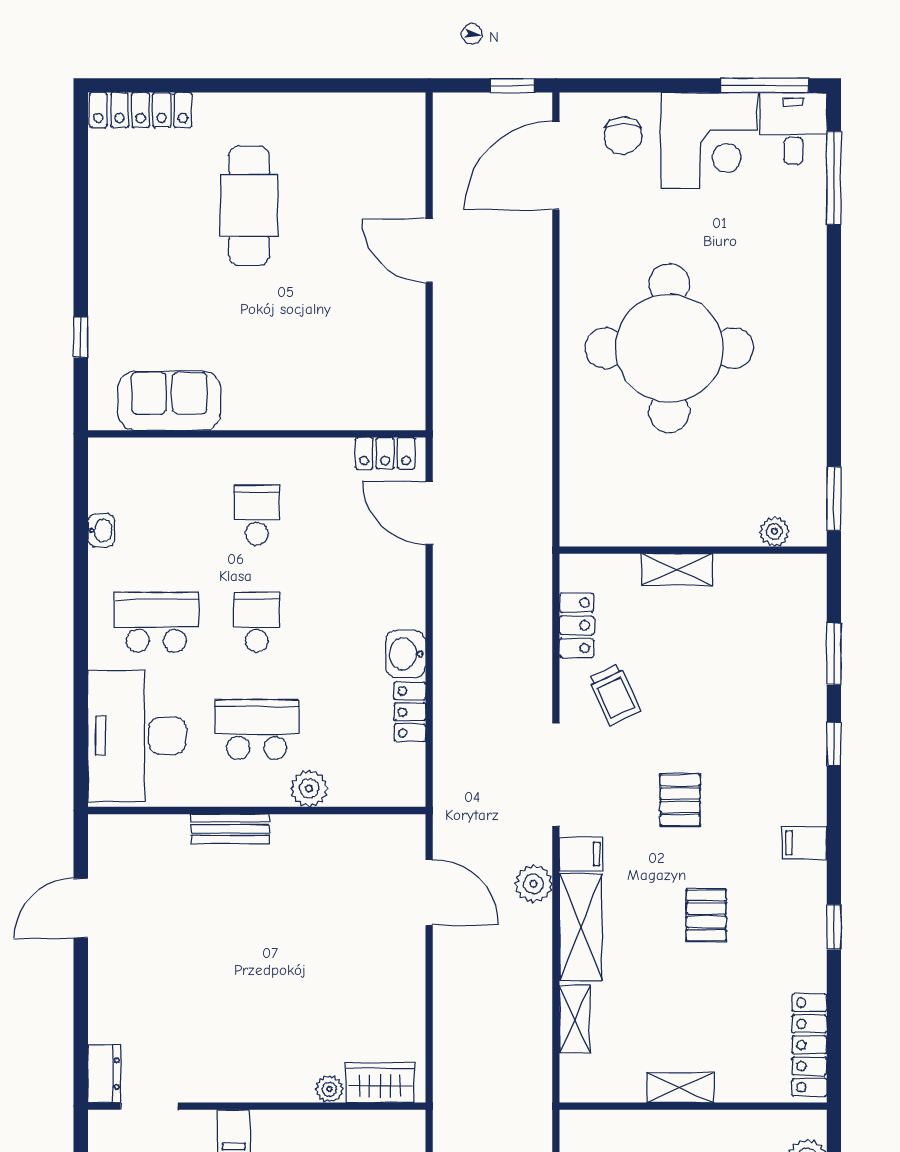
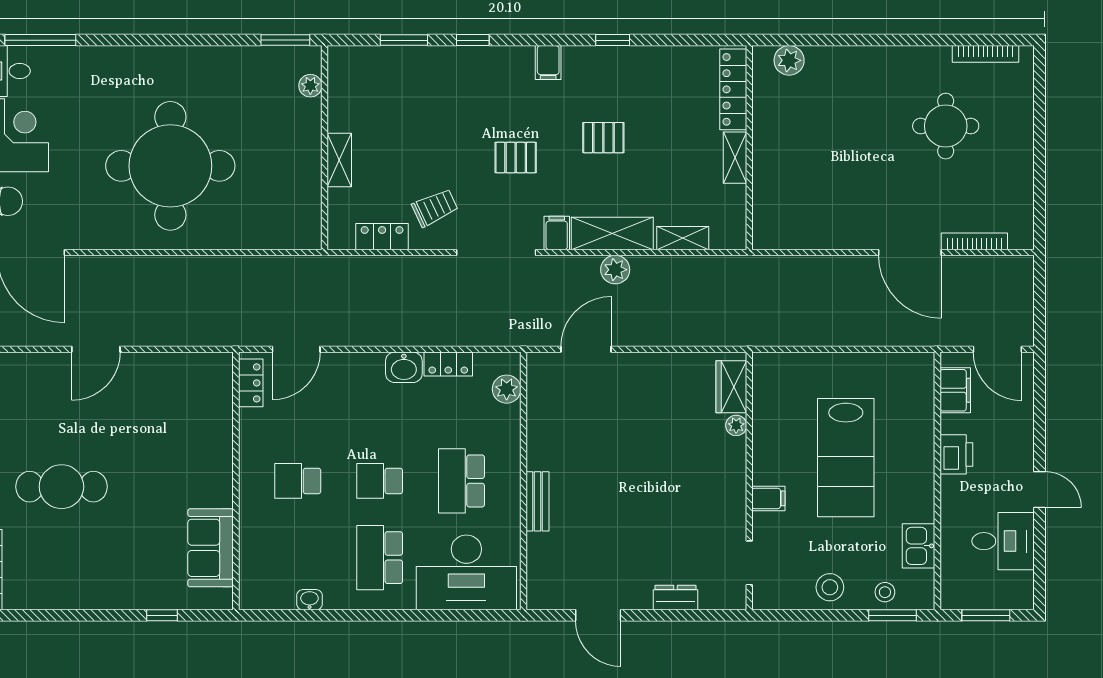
plant: (309, 788) -> (507, 389), moved
plant: (533, 884) -> (615, 270), moved
locker: (809, 1045) -> (733, 89), moved, turned 90
dresser: (104, 1074) -> (675, 598), moved

